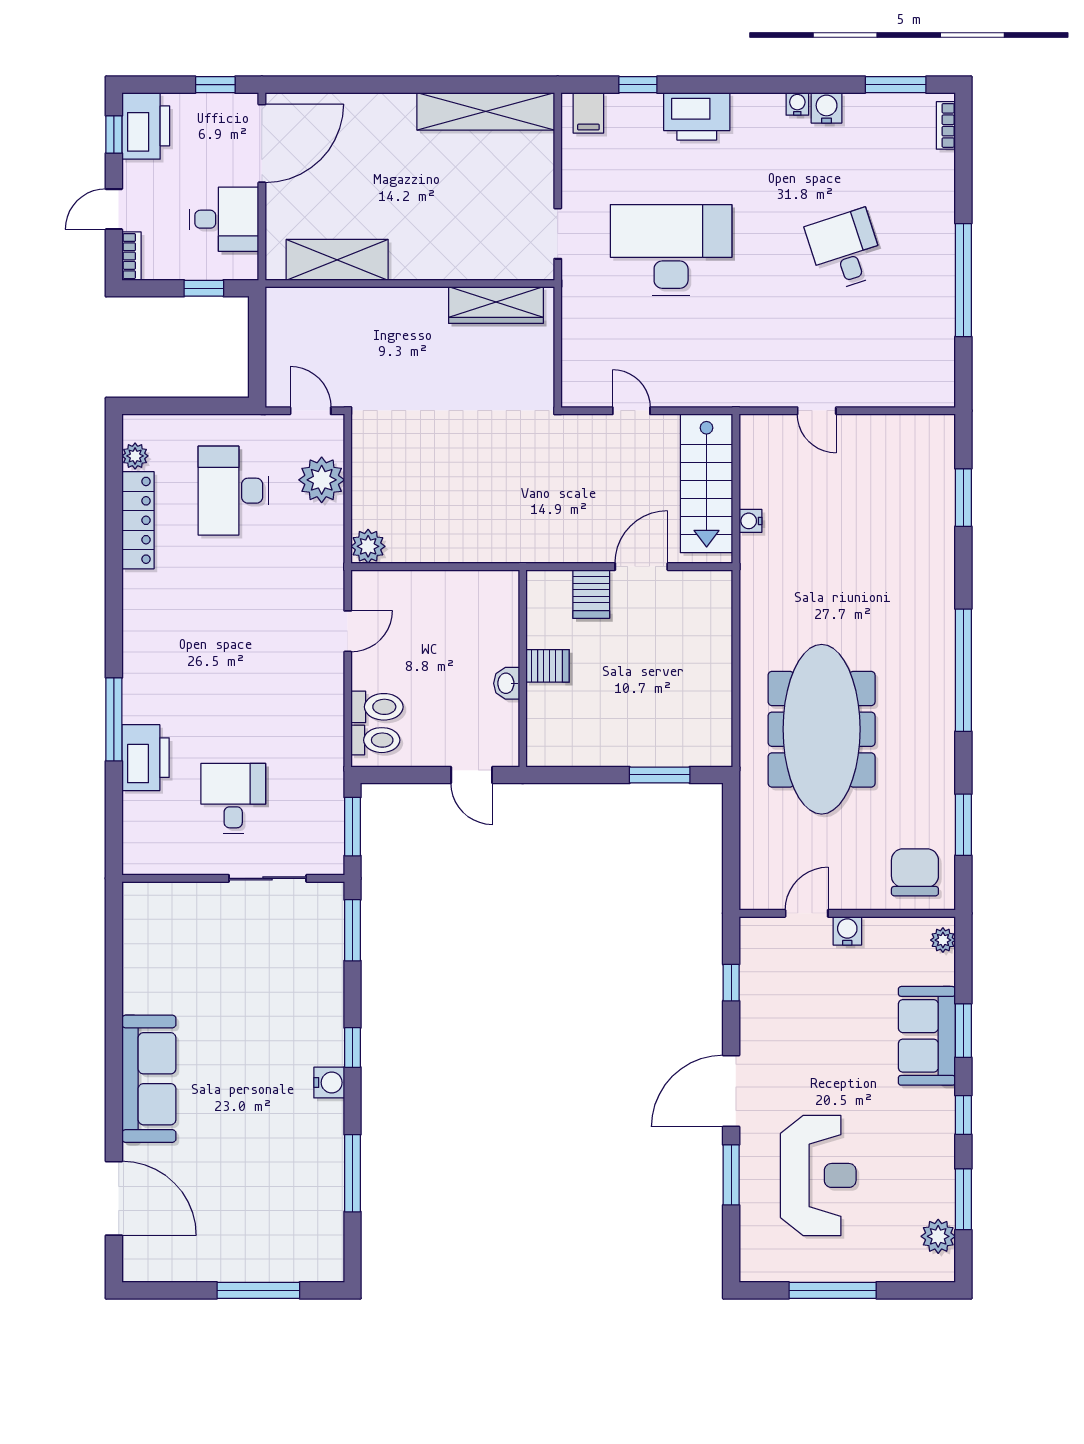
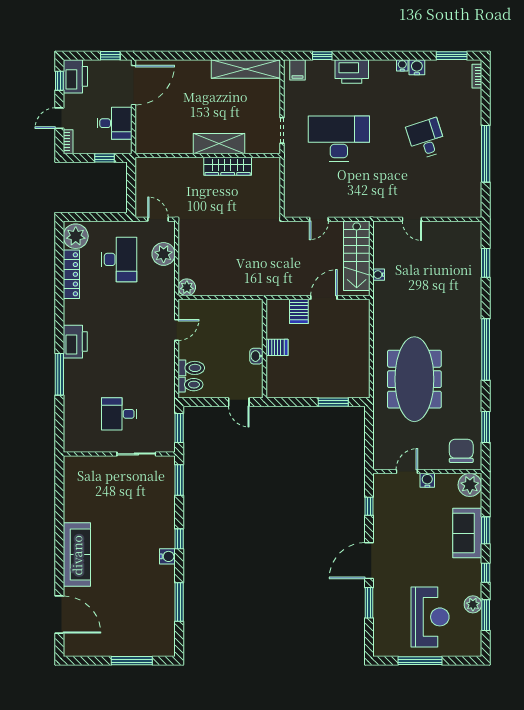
shelving: (337, 260) -> (219, 144), moved
wardrobe: (496, 305) -> (228, 166), moved
door: (631, 411) -> (319, 219), swing flipped
plant: (135, 456) -> (76, 236), width x1.88, depth x1.88
desk: (233, 491) -> (119, 259), turned 180
printer: (146, 758) -> (75, 342), moved
desk: (233, 798) -> (119, 414), turned -90
plant: (943, 940) -> (470, 485), width x1.88, depth x1.88
reception desk: (818, 1175) -> (430, 617), moved
plant: (938, 1236) -> (473, 604), moved

